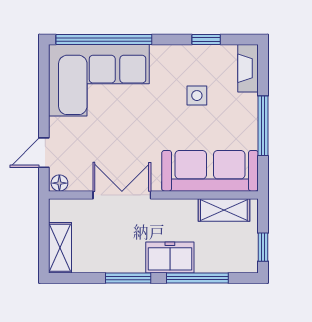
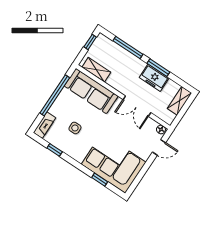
window: (104, 40) -> (100, 180), width x0.32
window: (263, 126) -> (55, 95), width x1.46
freezer: (170, 258) -> (154, 78), moved

